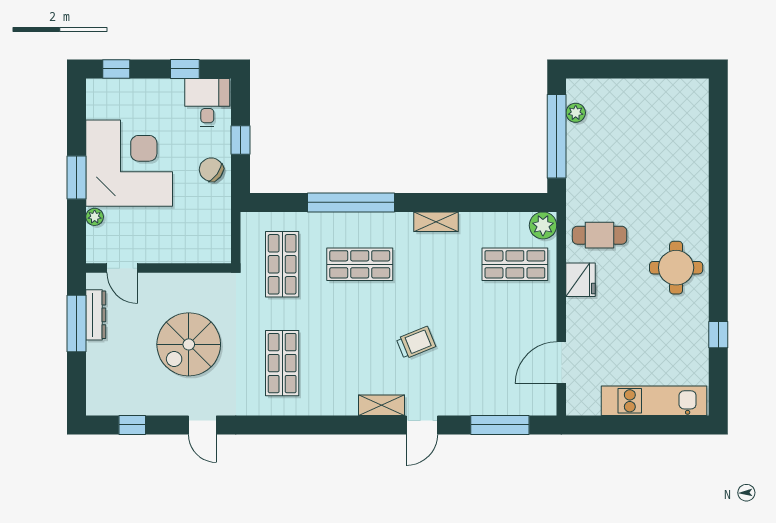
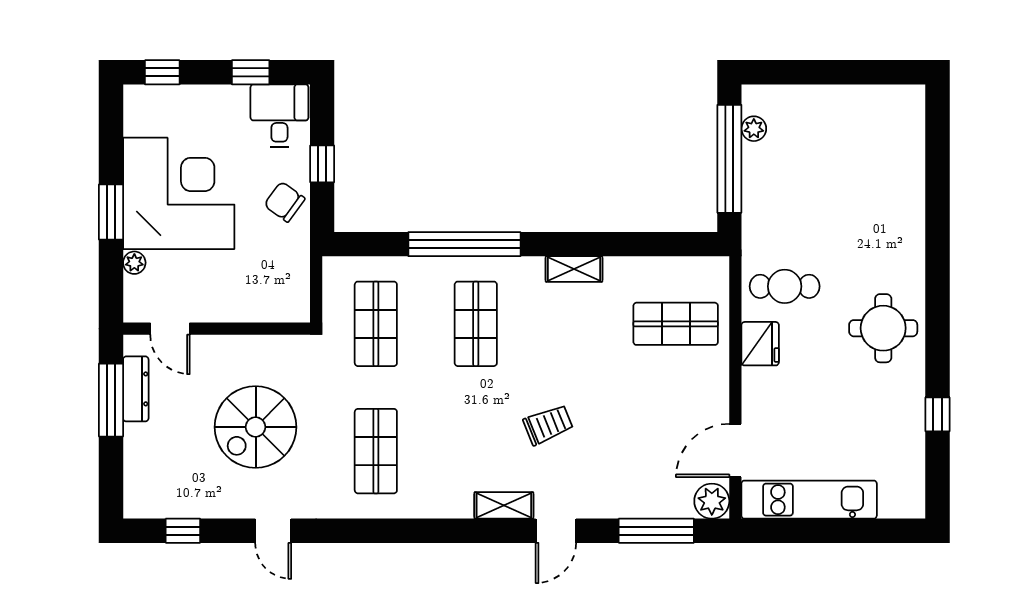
plant: (543, 225) -> (712, 501), moved
shop shelf: (360, 264) -> (476, 324), turned 90
kitchen unit: (654, 401) -> (809, 500), moved

